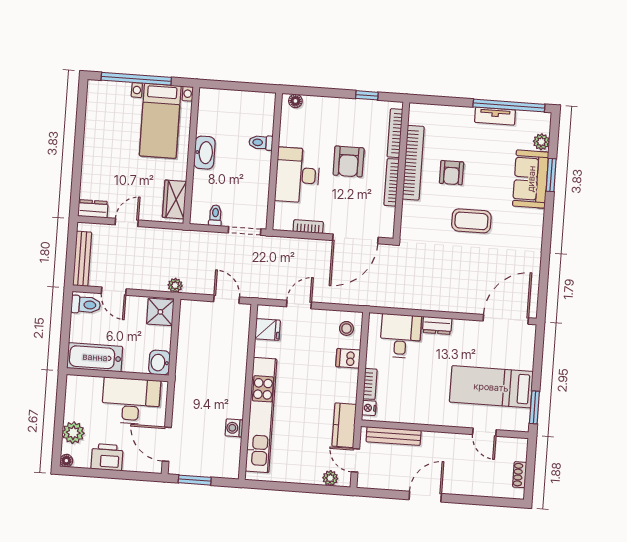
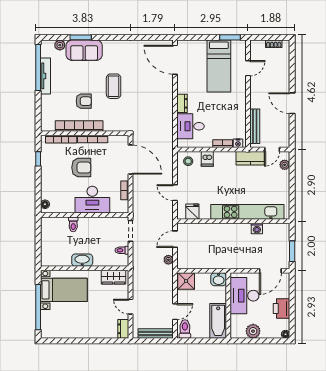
tv unit: (495, 116) -> (46, 76), width x1.41
plant: (175, 285) -> (168, 260), moved
plant: (73, 433) -> (253, 331), moved

